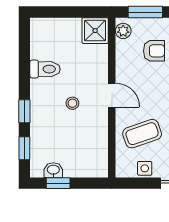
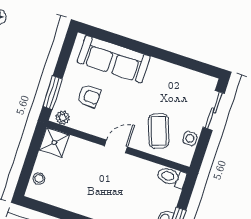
armchair: (154, 51) -> (89, 96), turned 91
toilet: (45, 69) -> (171, 177), moved, turned -90
stool: (72, 103) -> (39, 178), moved

